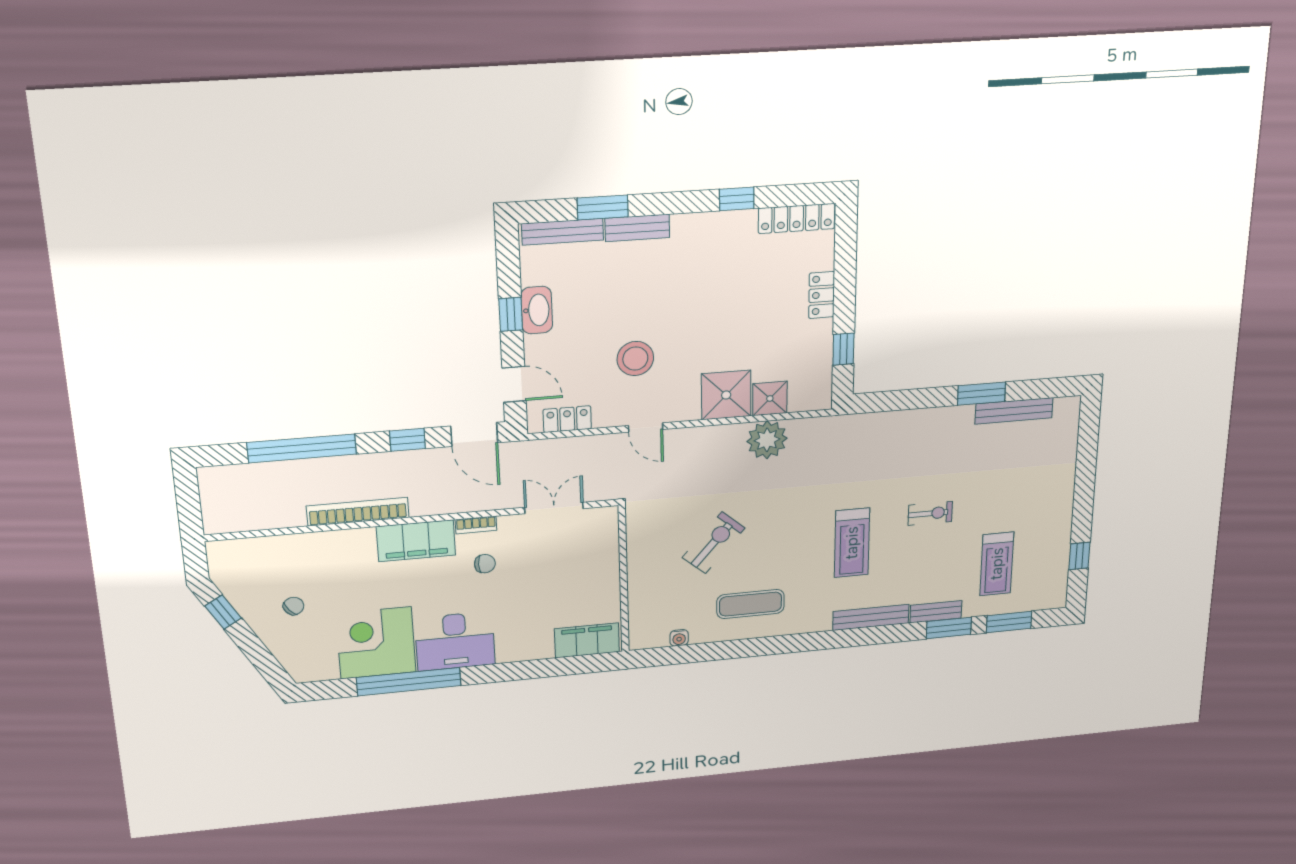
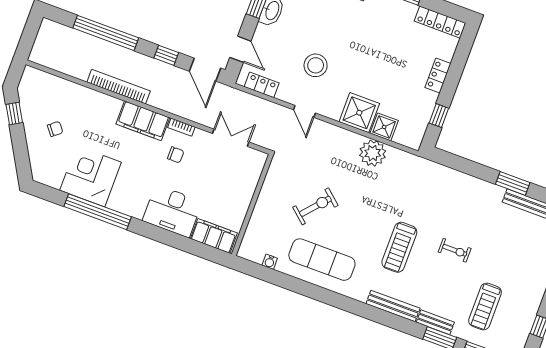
exercise mat: (751, 604) -> (322, 260), width x1.36, depth x1.45
desk: (455, 641) -> (172, 211), moved

